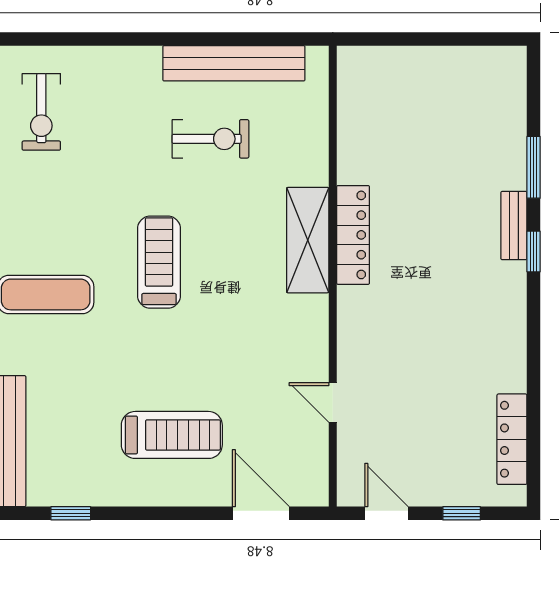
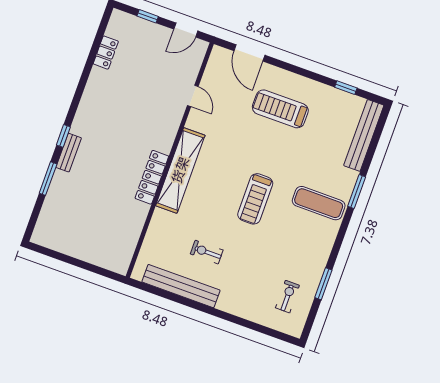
exercise bike: (41, 112) -> (287, 297), width x0.73, depth x0.72
exercise bike: (210, 139) -> (207, 252), width x0.73, depth x0.72
shelving: (308, 240) -> (180, 170), width x1.47
locker: (512, 439) -> (106, 53), width x0.66
door: (386, 513) -> (186, 30), hinge flipped

